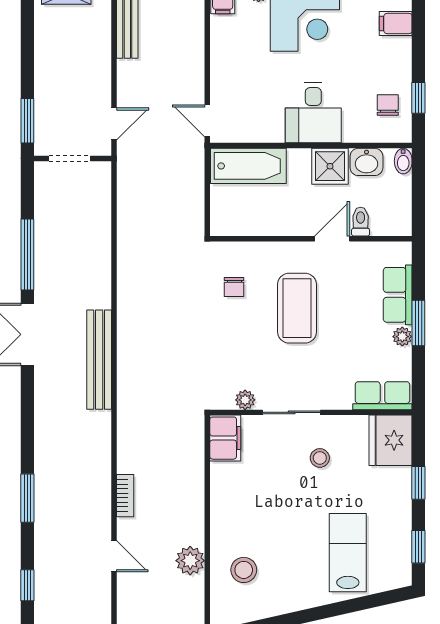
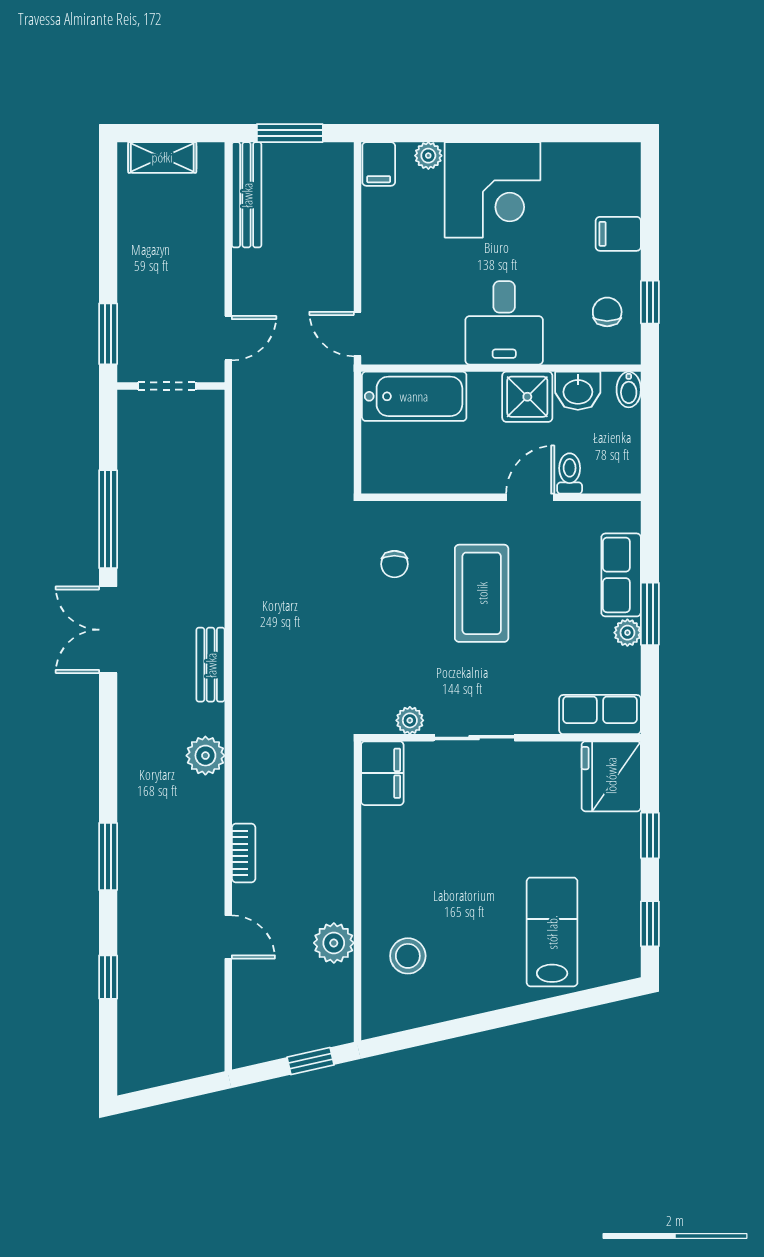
filing cabinet: (396, 23) -> (618, 234), moved
bench: (99, 360) -> (211, 665), width x0.54, depth x0.82
plant: (98, 425) -> (205, 756), added
stool: (320, 458) -> (513, 801), removed

